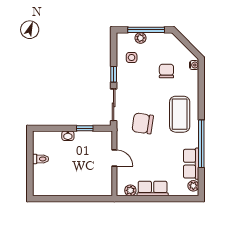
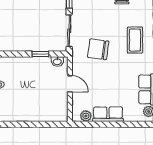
coffee table: (180, 114) -> (135, 40), width x0.73, depth x0.76
washbasin: (68, 136) -> (57, 62), moved

